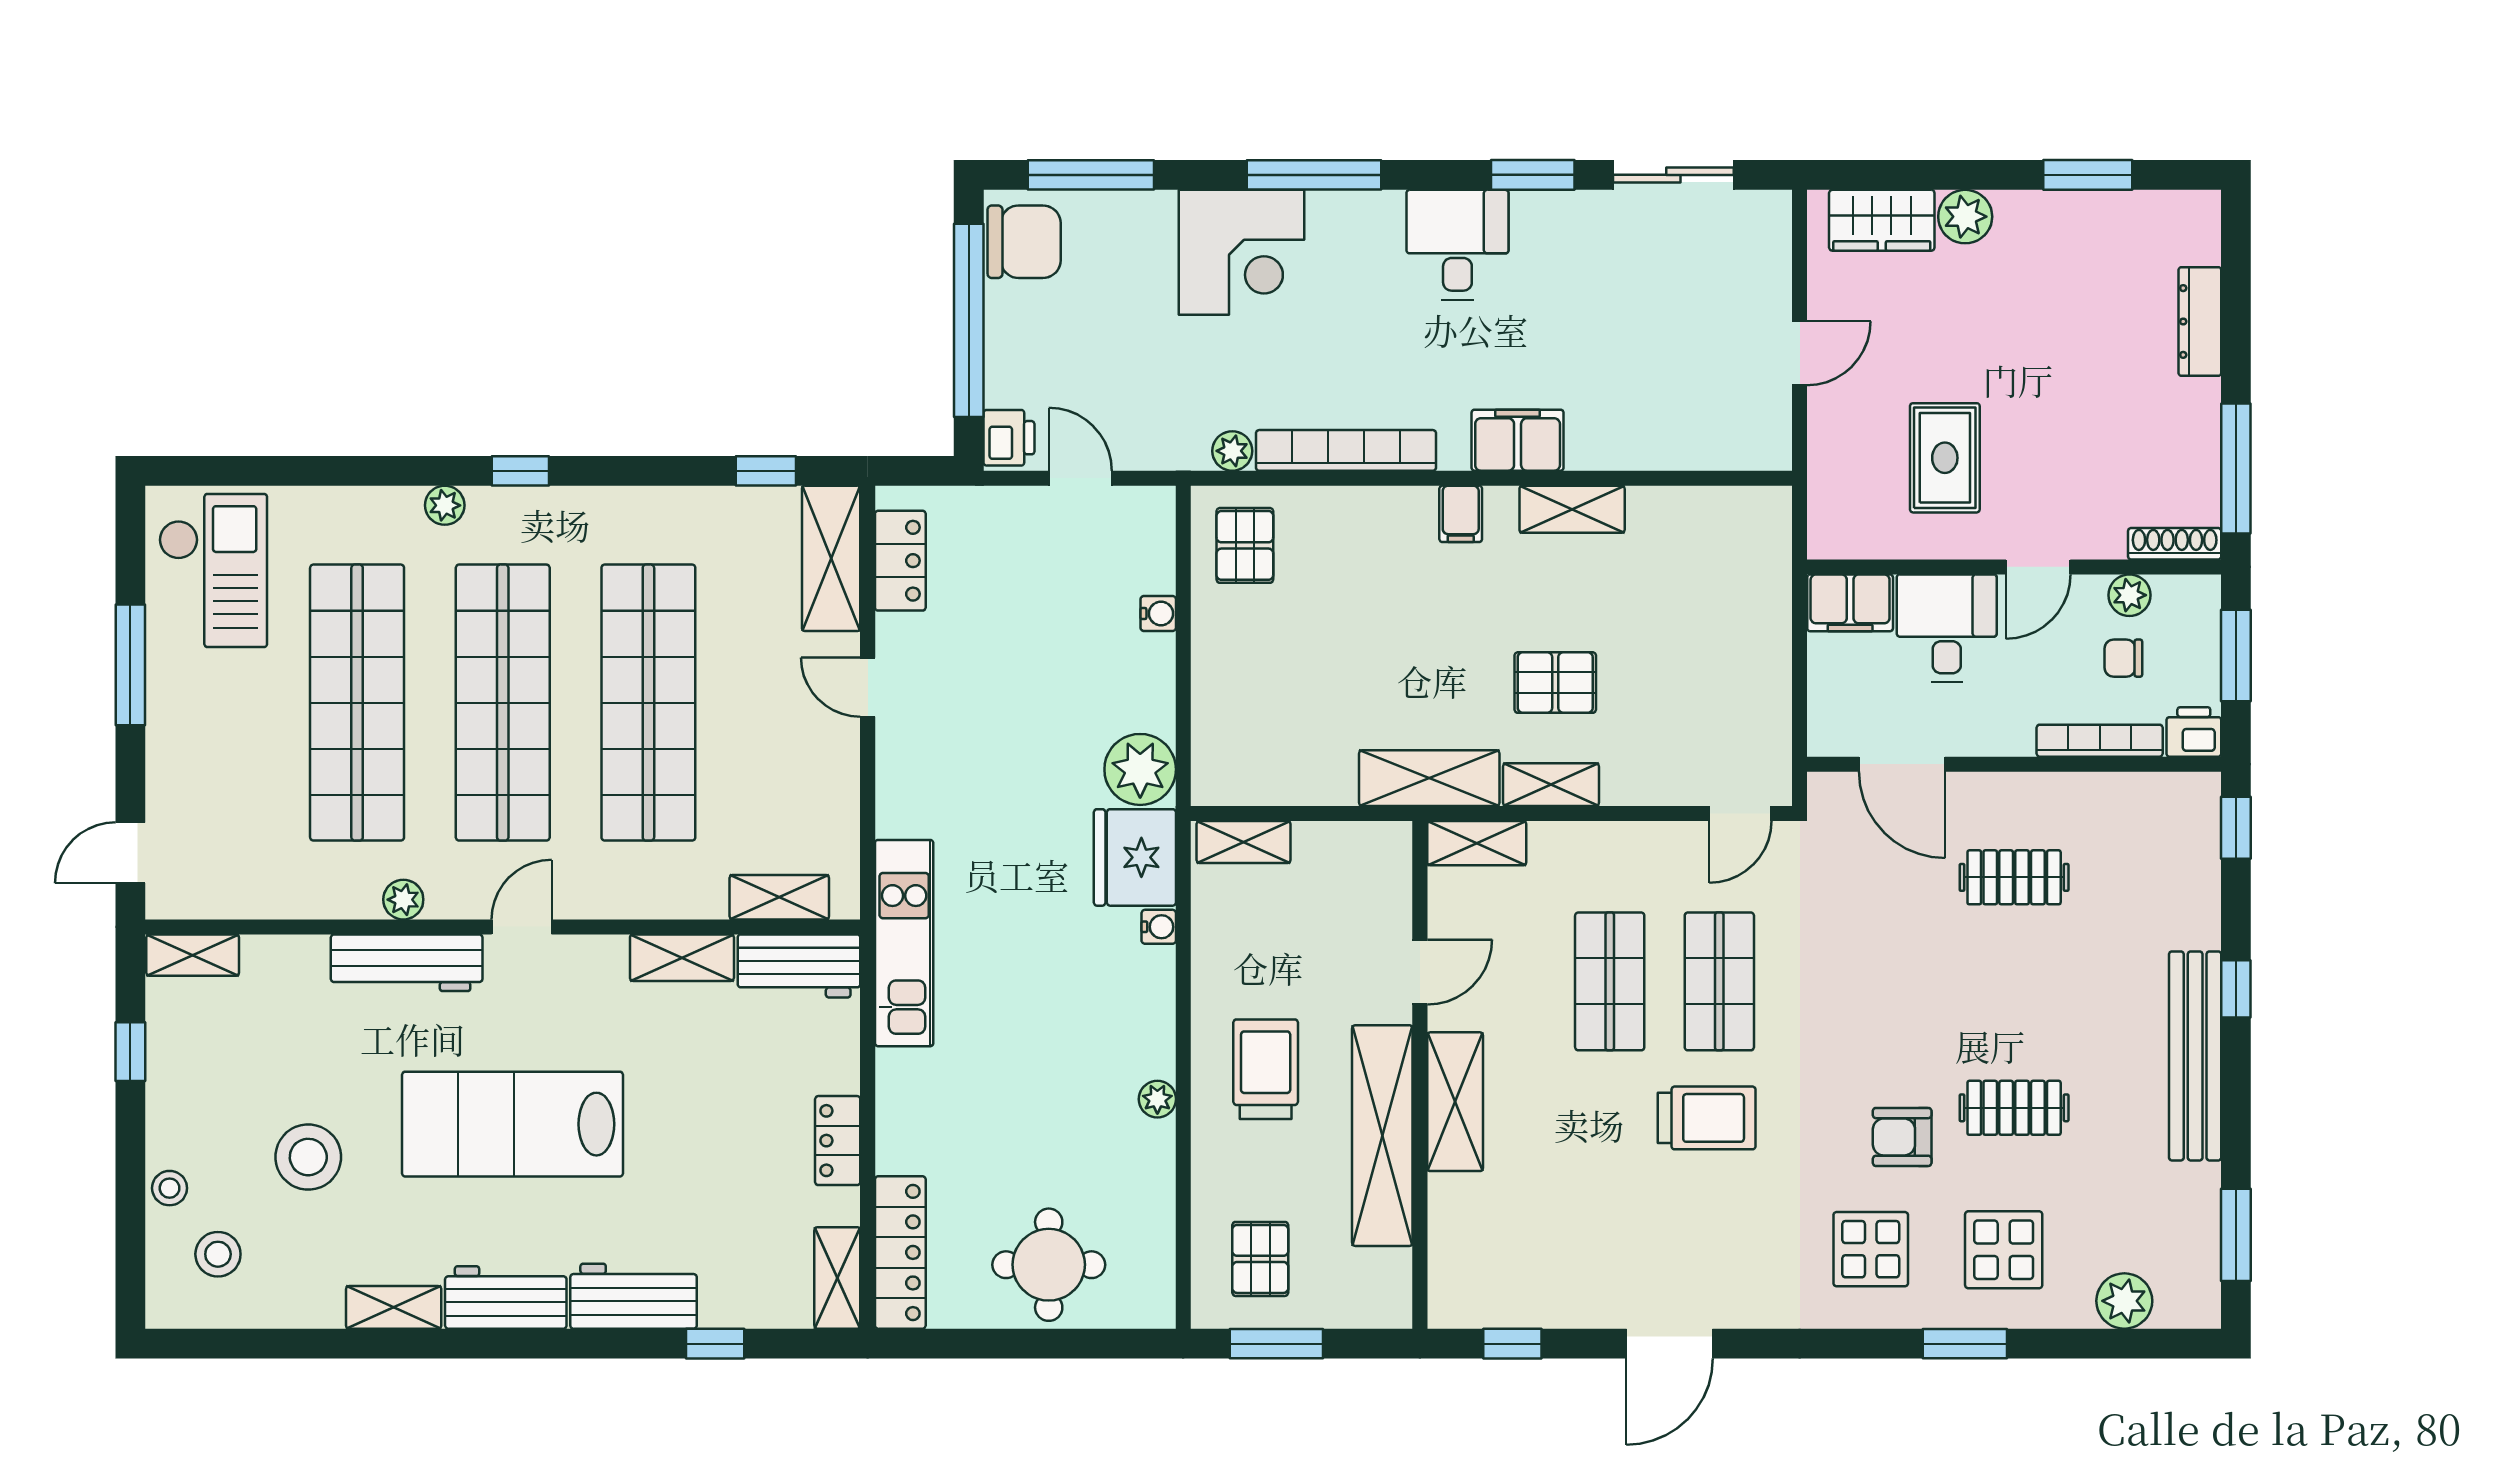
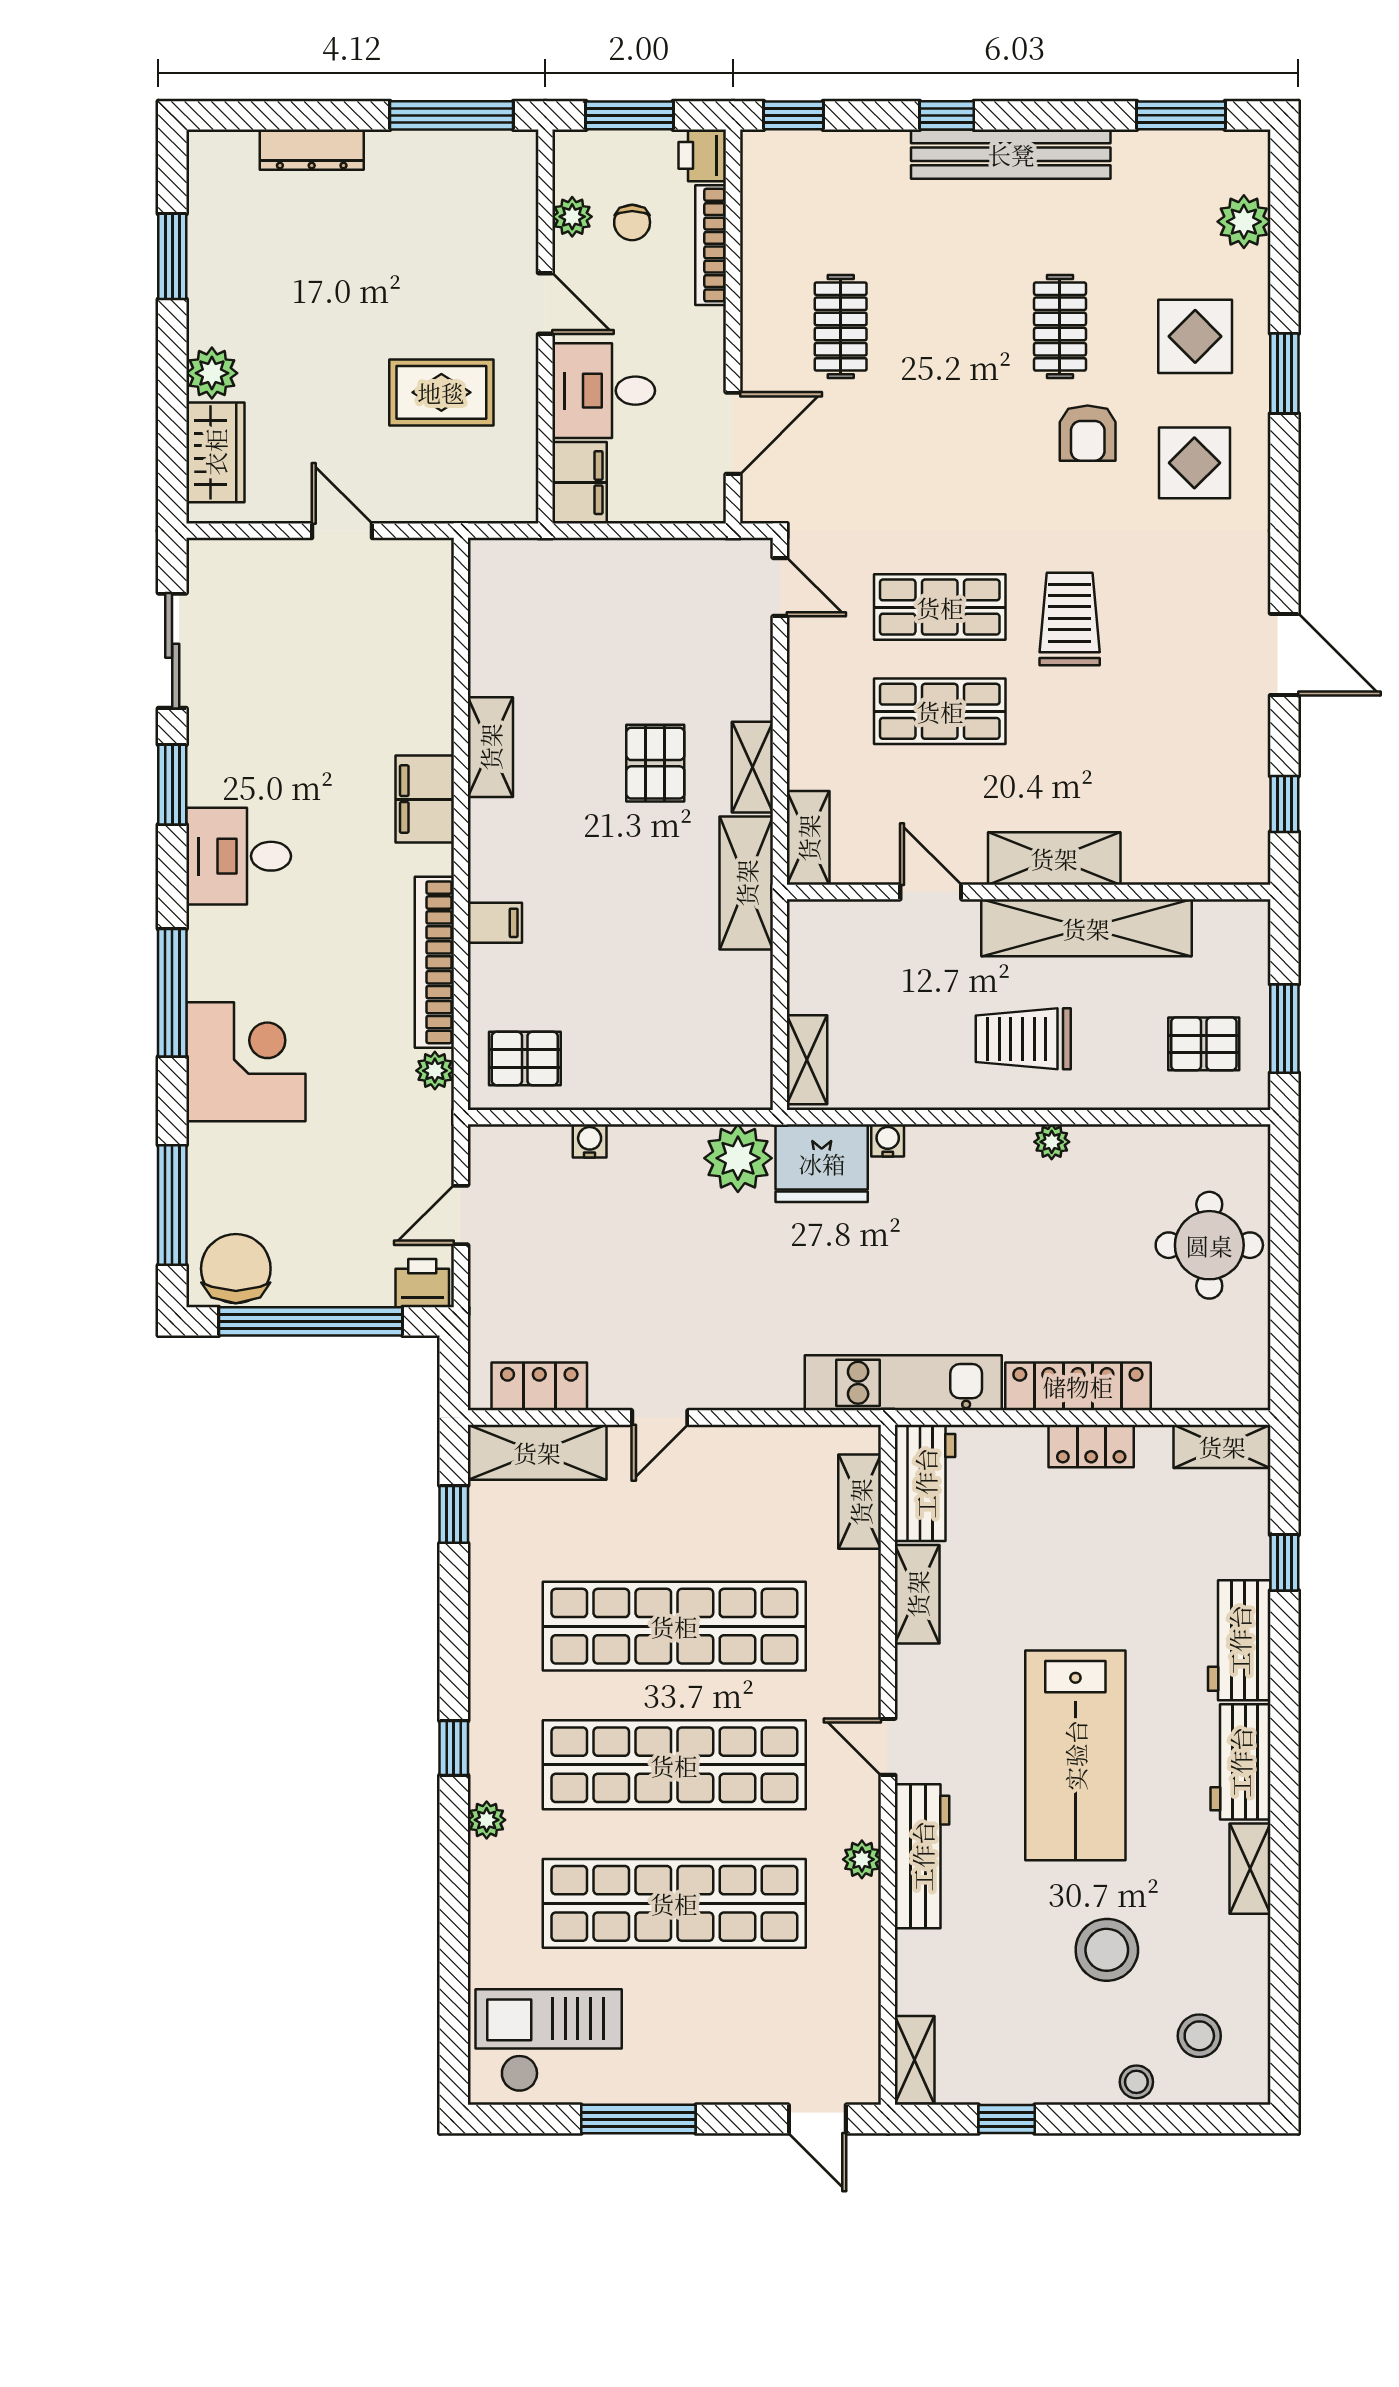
filing cabinet: (1461, 514) -> (495, 923), moved
shoe rack: (2175, 544) -> (523, 174), removed
locker: (900, 1252) -> (1078, 1386), moved

